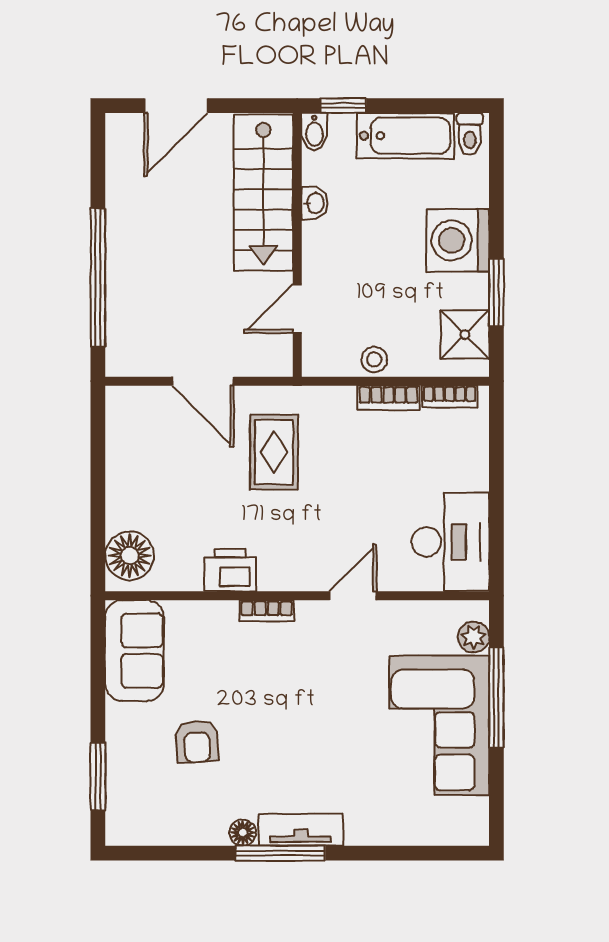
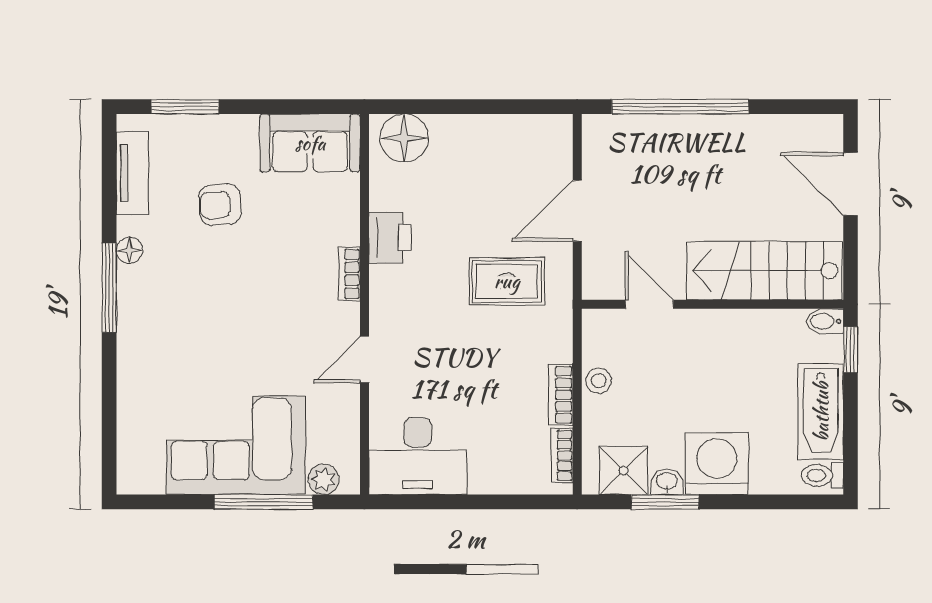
washbasin: (315, 203) -> (667, 482), moved, turned 180
door: (353, 596) -> (364, 360), swing flipped
tv unit: (301, 830) -> (132, 173), moved

